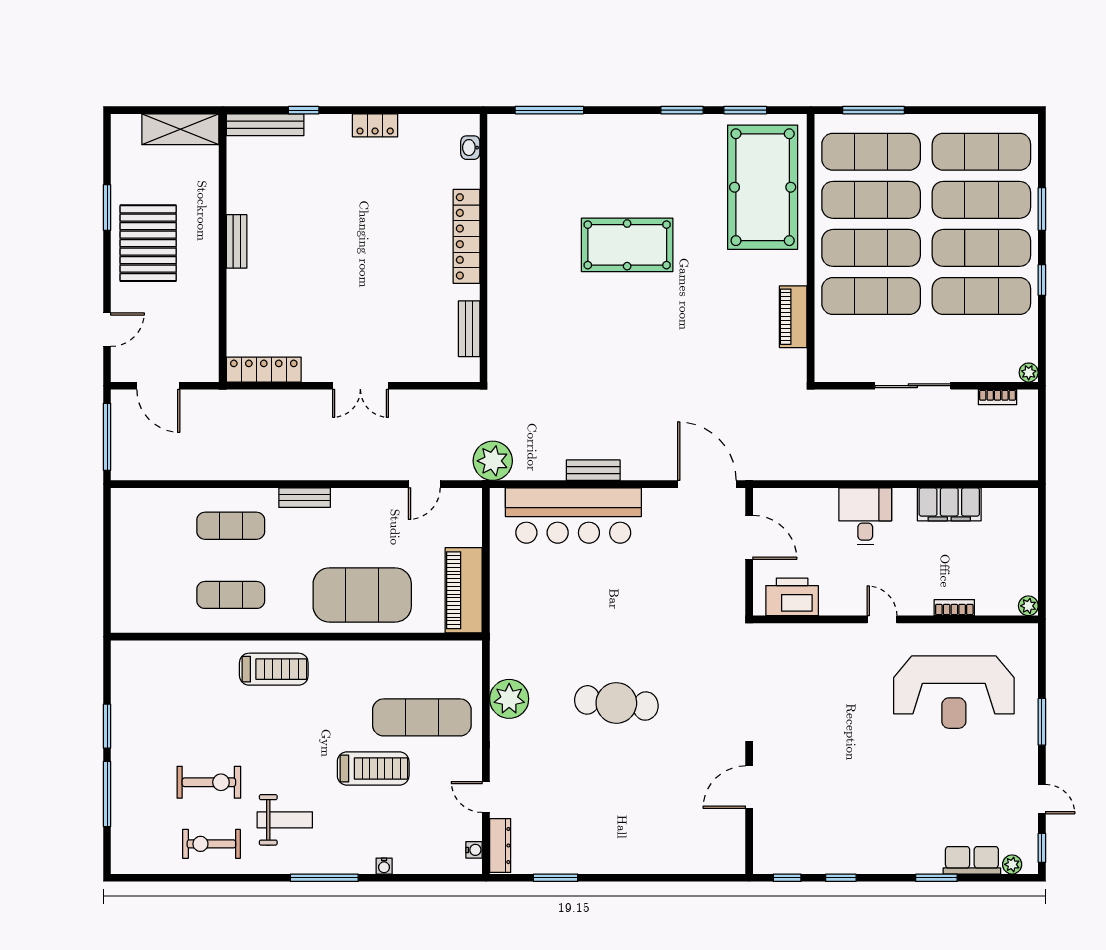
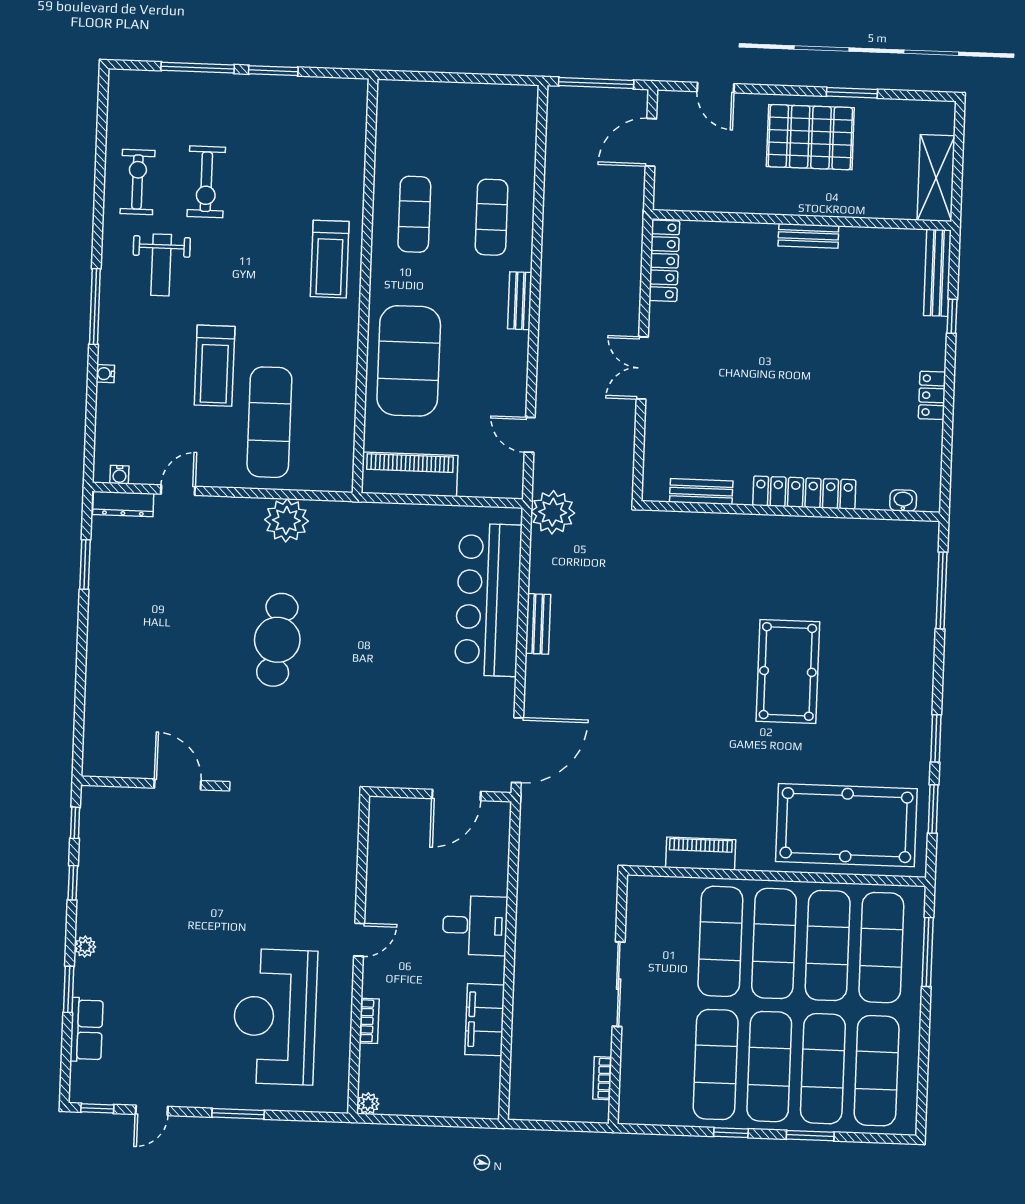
plant: (1029, 373) -> (628, 1114), removed
printer: (792, 597) -> (388, 840), removed
plant: (1012, 864) -> (85, 947), moved

